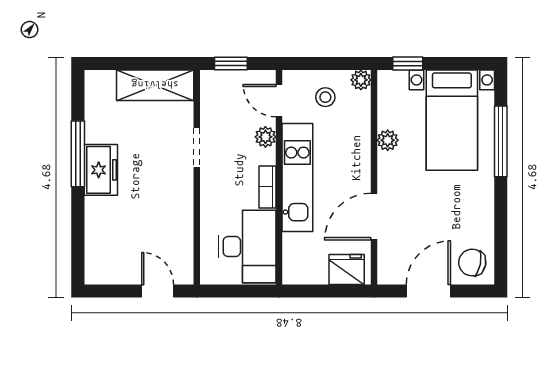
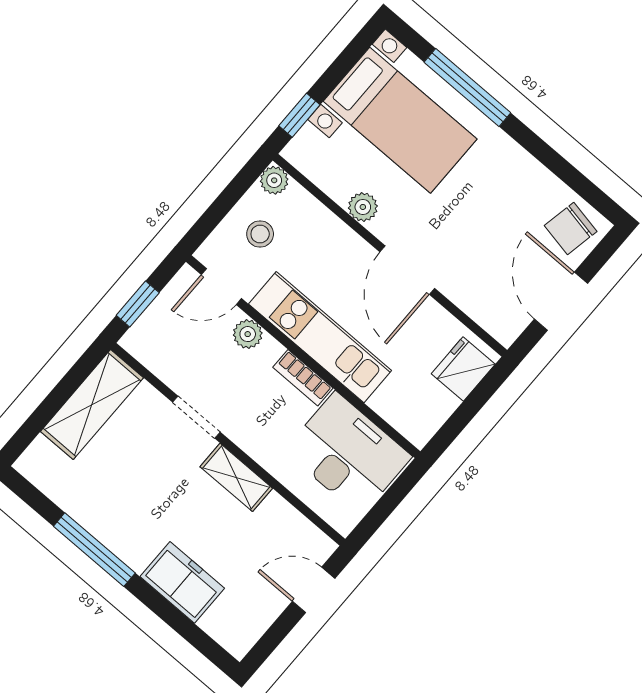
freezer: (101, 170) -> (182, 582), moved
shelving: (183, 197) -> (236, 477), added
door: (374, 217) -> (407, 270), moved

